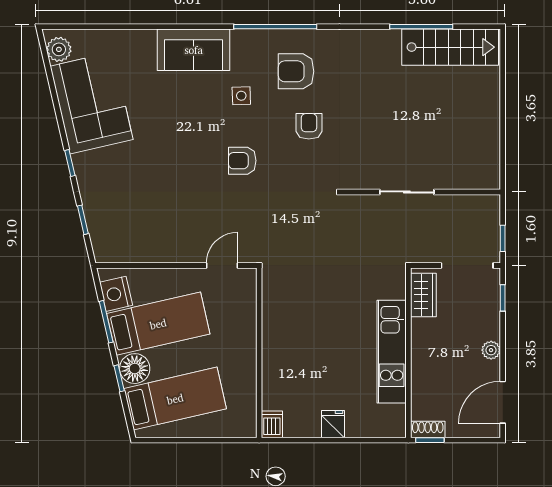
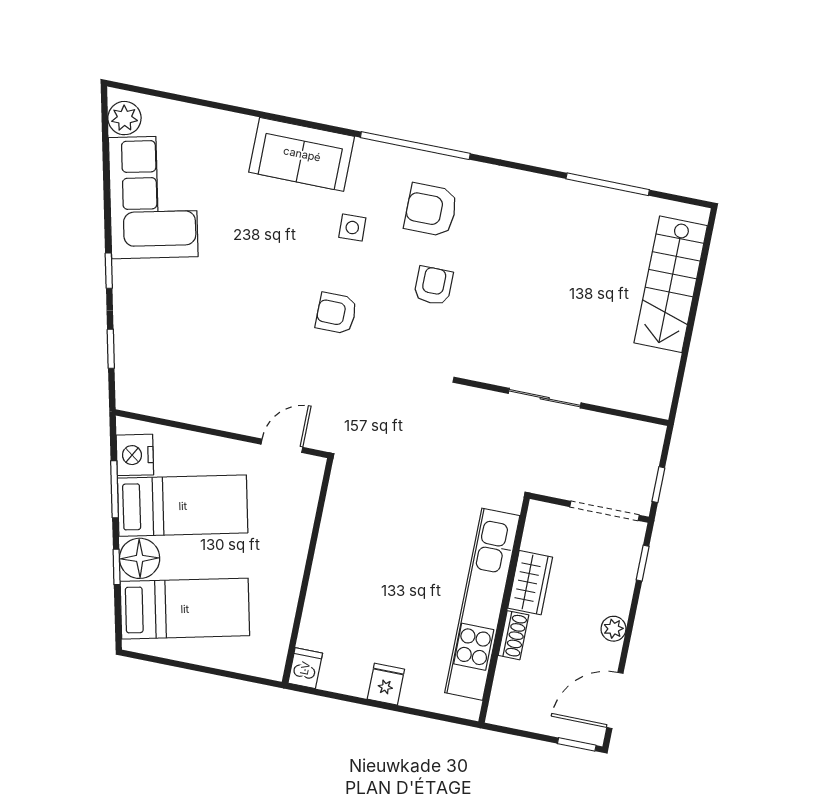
stairs: (450, 47) -> (671, 284), moved, turned 90
wardrobe: (423, 295) -> (530, 583), moved
kitchen unit: (392, 352) -> (482, 604), width x1.36
shoe rack: (428, 429) -> (513, 635), moved, turned 90
window: (430, 440) -> (577, 744), moved

